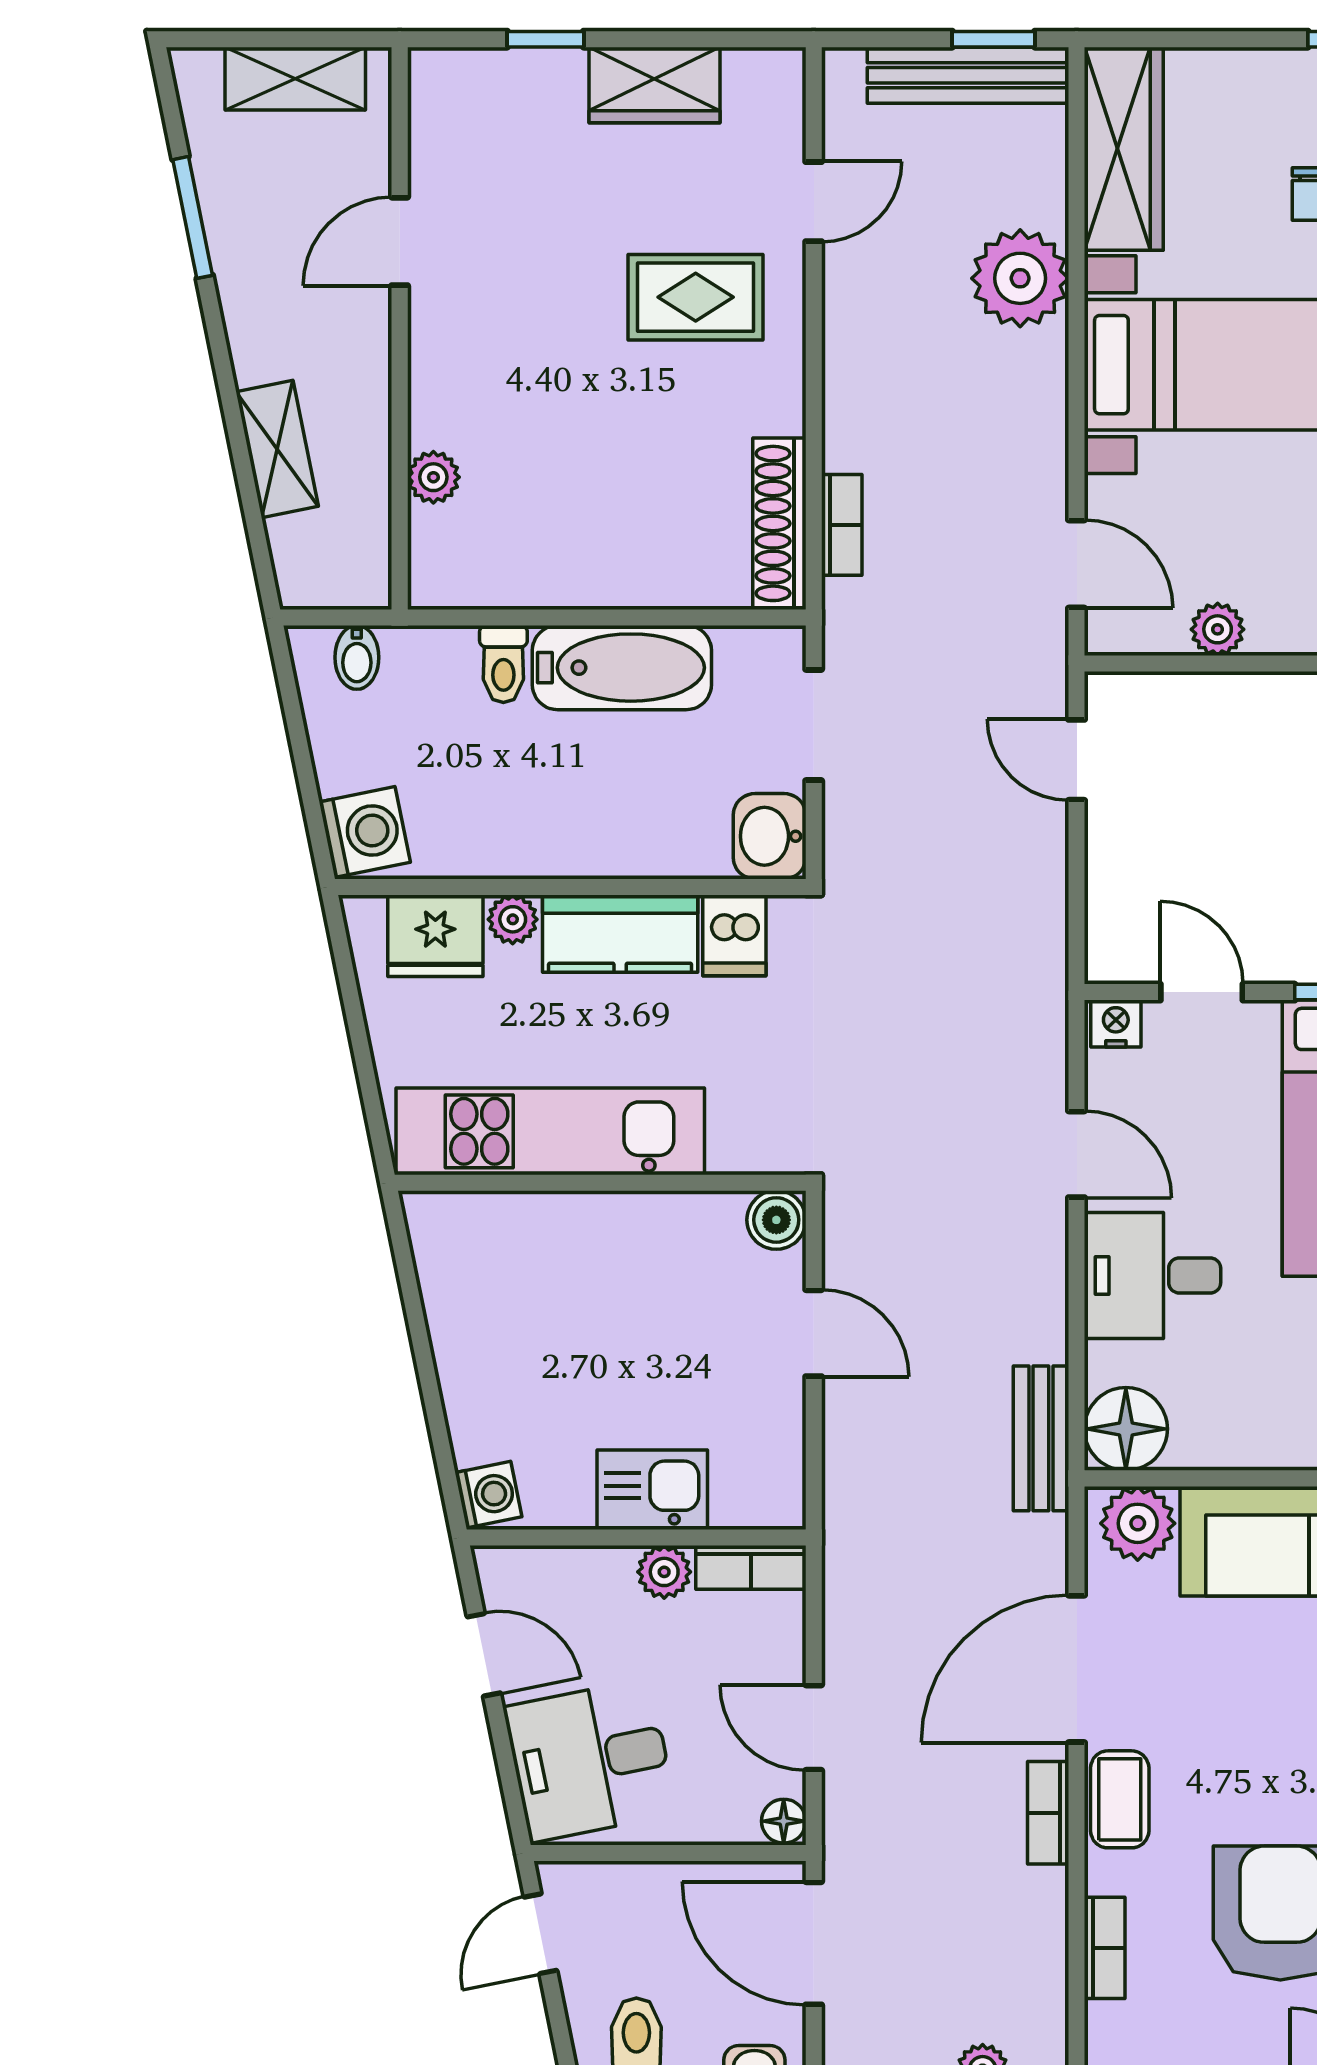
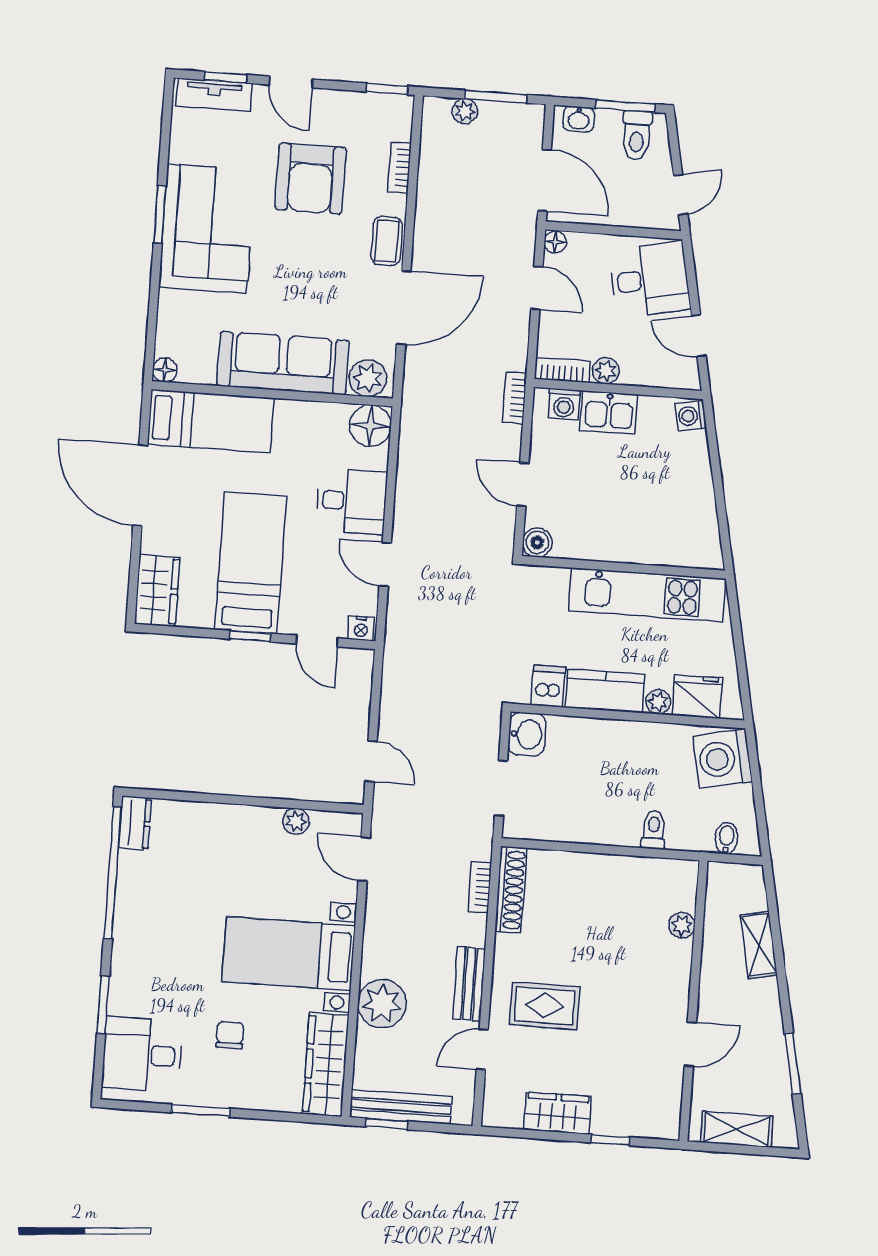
bathtub: (622, 668) -> (595, 824), removed
washing machine: (365, 832) -> (723, 759), width x1.37, depth x1.37
bench: (1041, 1438) -> (469, 984), moved
washing machine: (743, 1499) -> (564, 404), added
bookcase: (1048, 1813) -> (515, 398), moved, turned 180

